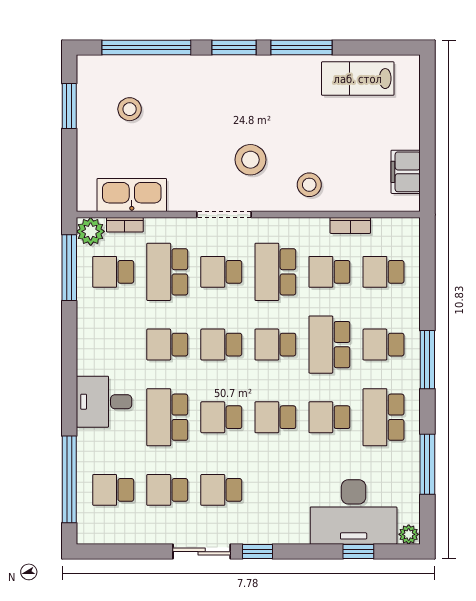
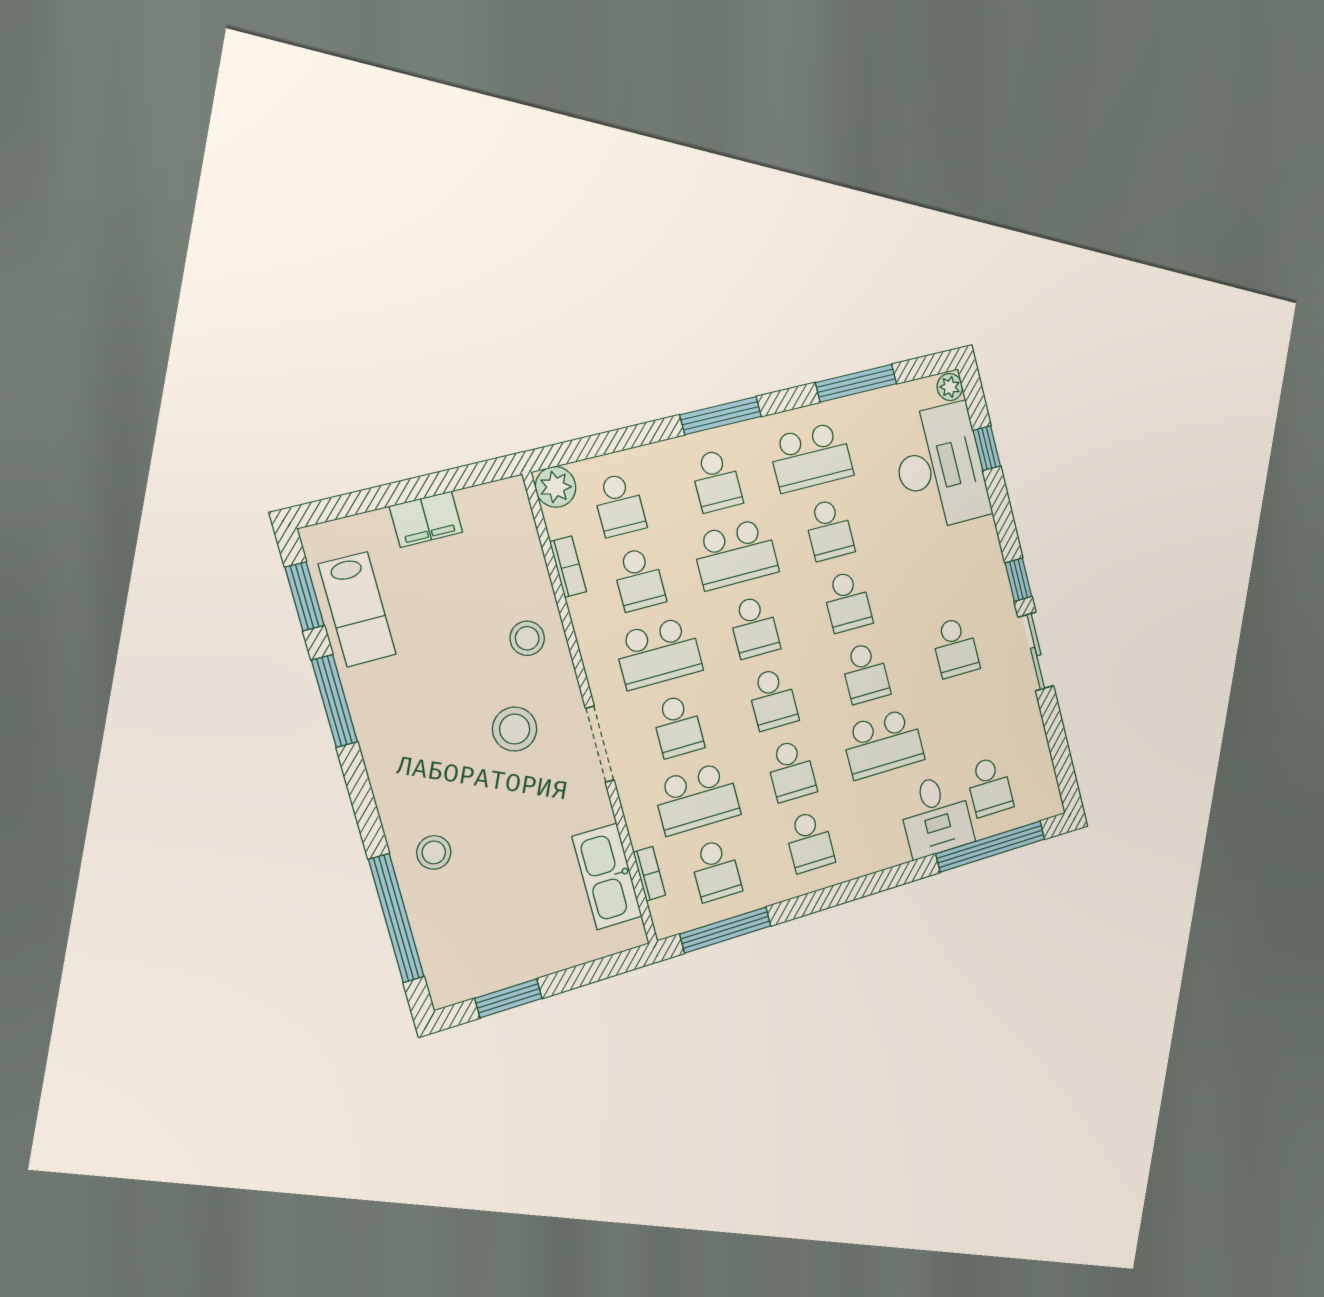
window: (234, 47) -> (305, 596), moved
stool: (130, 109) -> (434, 852), moved
filing cabinet: (406, 172) -> (426, 519), moved
plant: (91, 231) -> (556, 487), moved
desk: (104, 402) -> (936, 816), moved
school desk: (167, 490) -> (809, 842), moved

